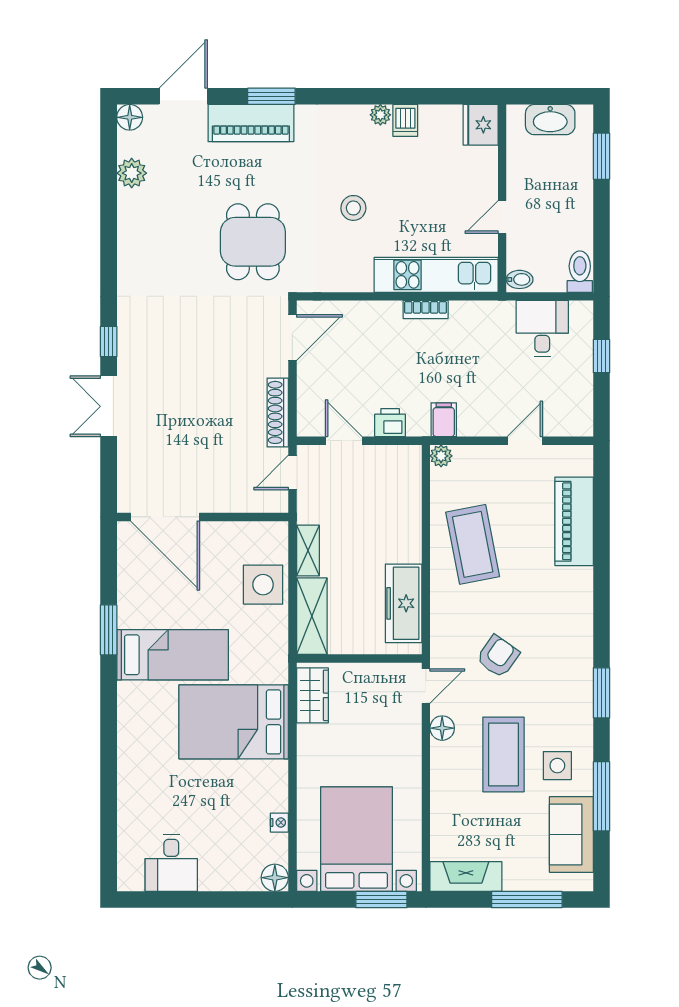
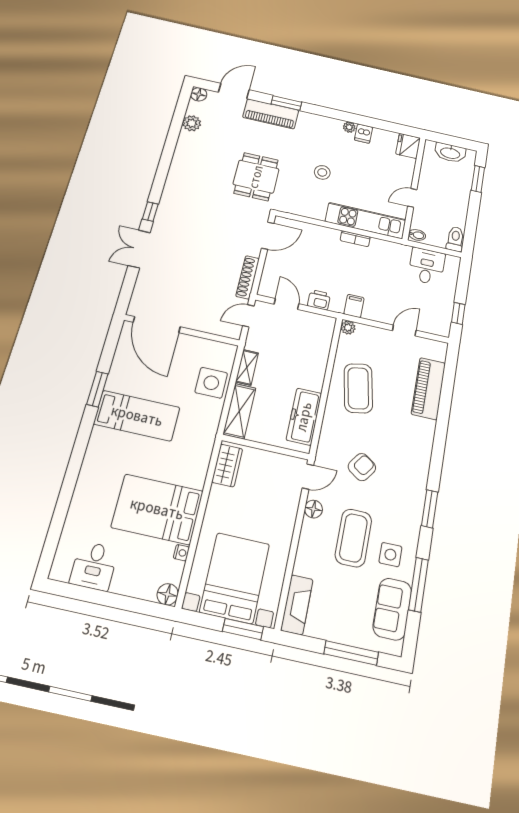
window: (601, 356) -> (458, 313), moved
bed: (234, 722) -> (157, 509), moved
fireplace: (466, 877) -> (297, 605), moved, turned 90

